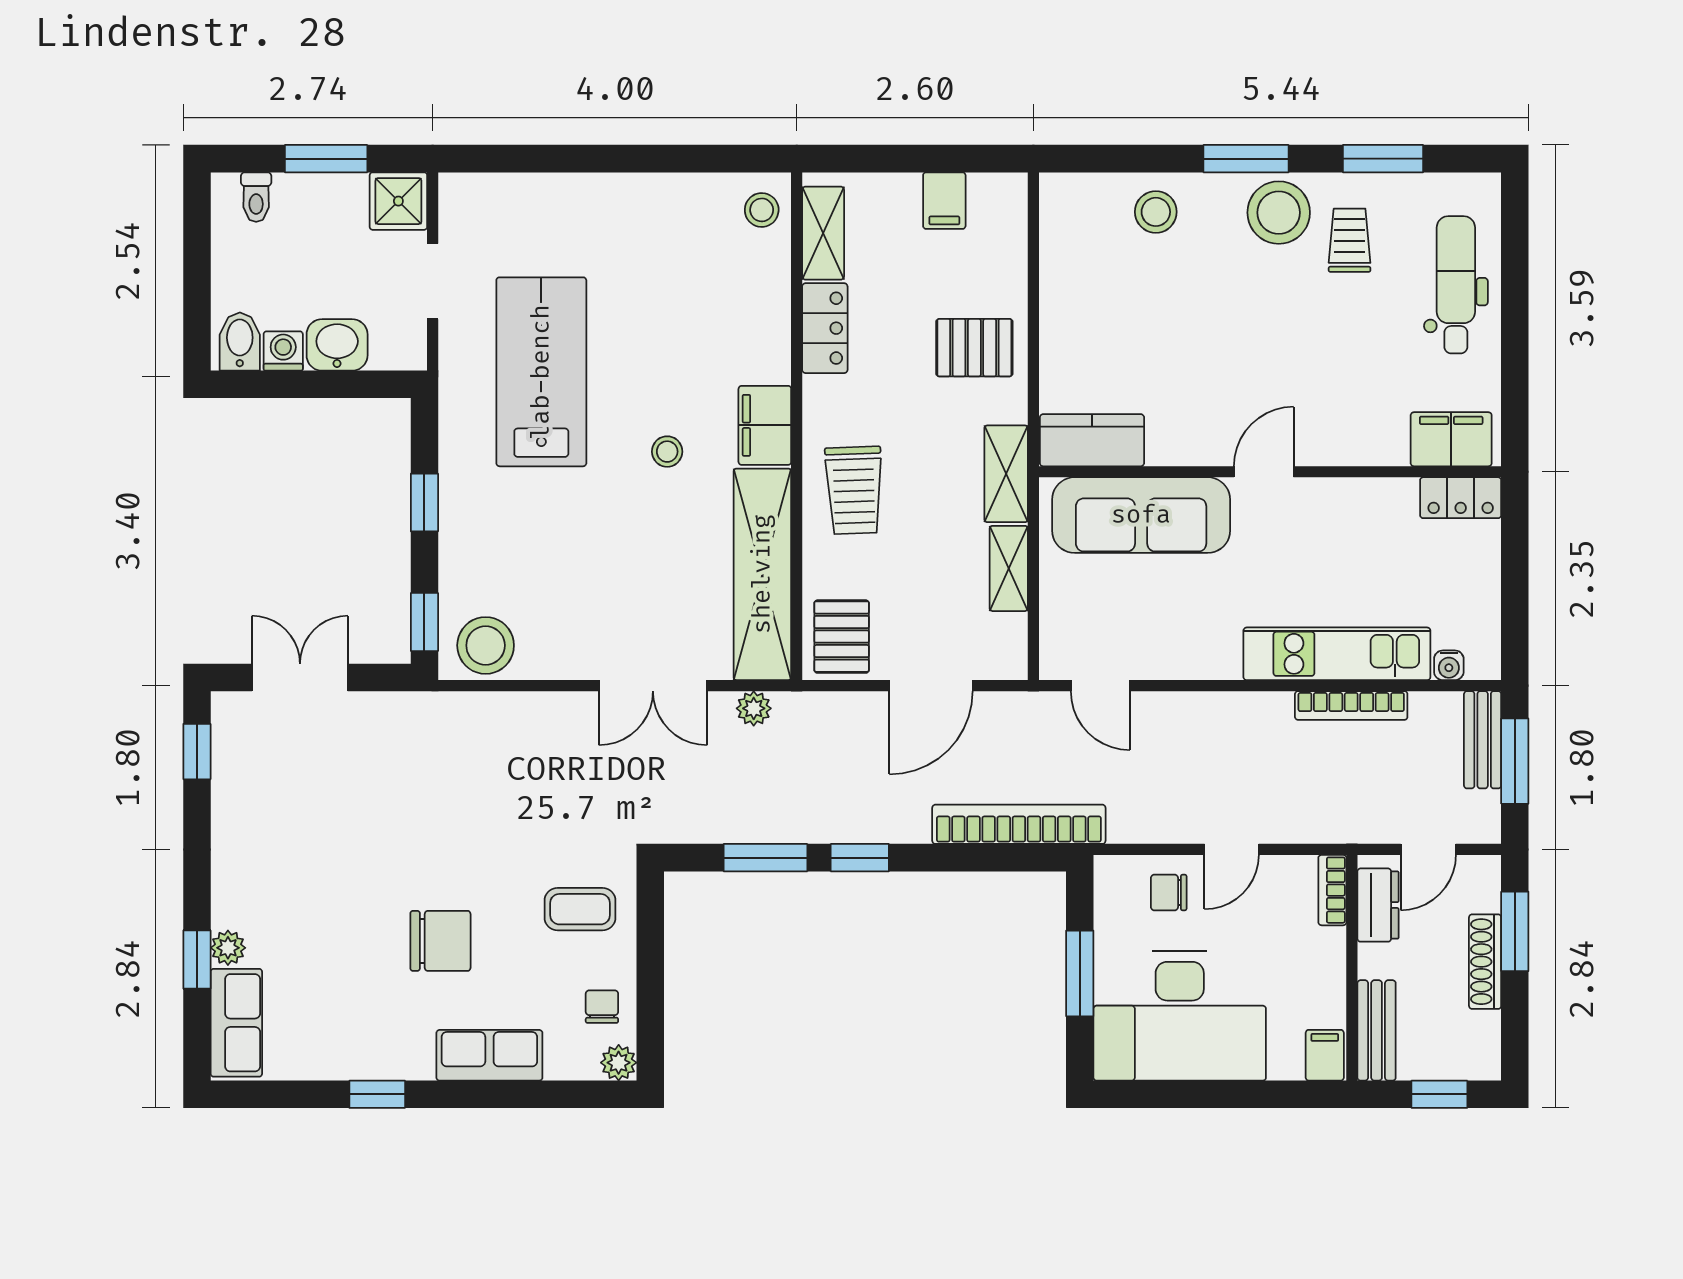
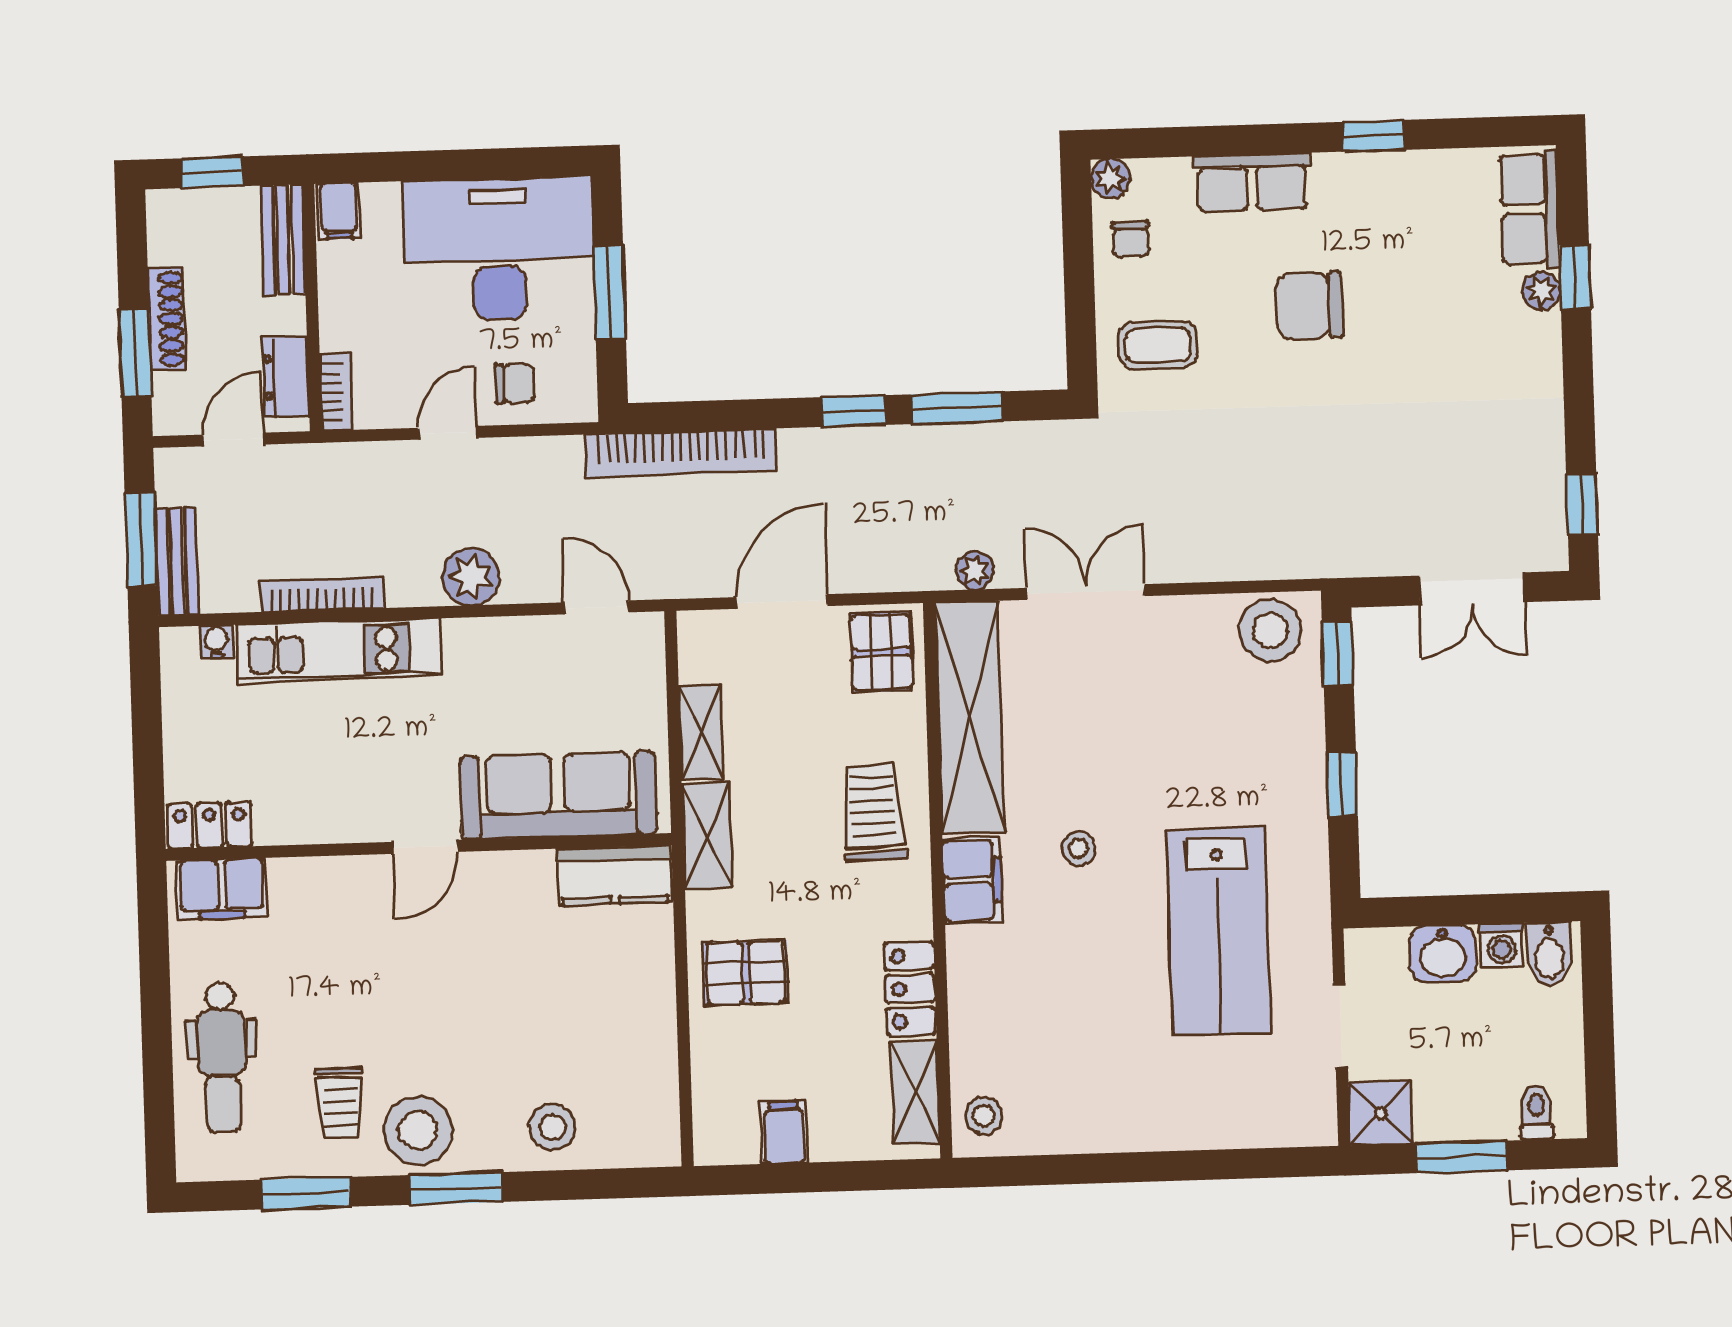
plant: (1214, 717) -> (471, 577), added

